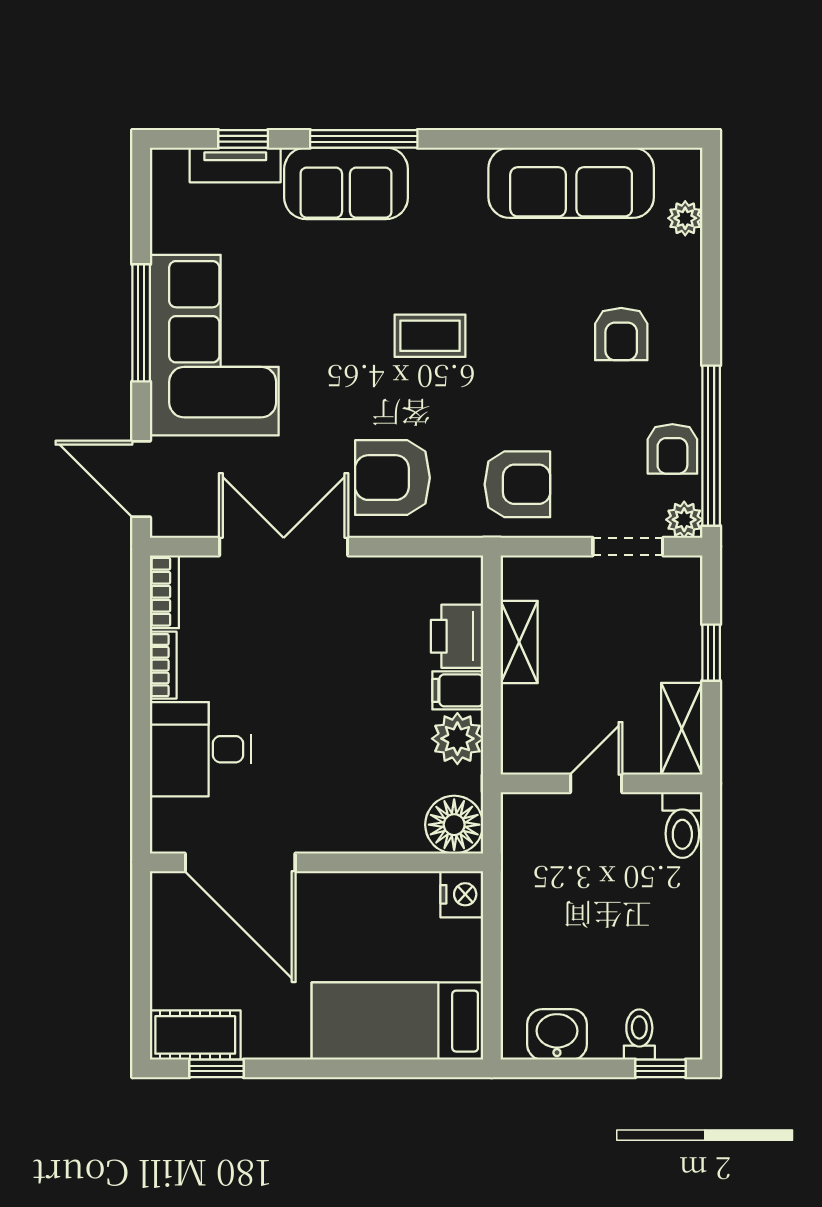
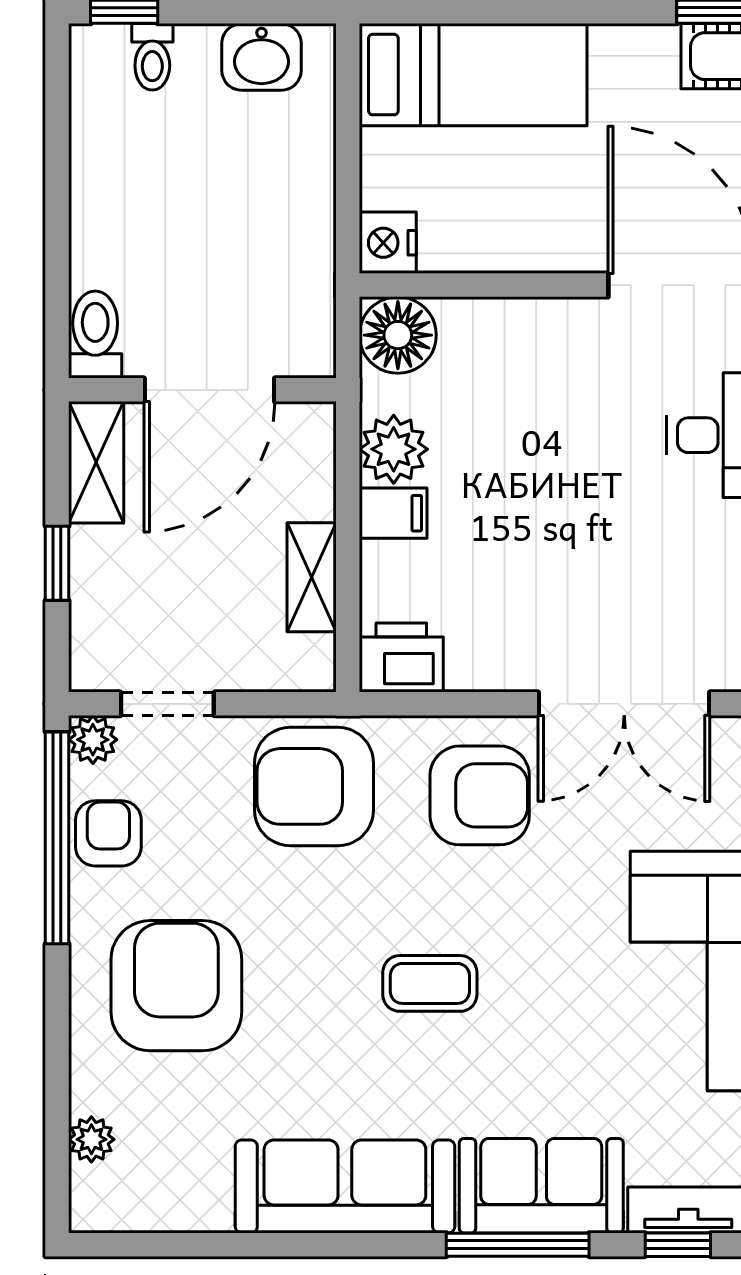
sofa: (571, 183) -> (345, 1186), moved
armchair: (621, 334) -> (176, 986), width x1.88, depth x1.88
armchair: (517, 484) -> (314, 786), width x1.36, depth x1.36
printer: (457, 636) -> (401, 658), moved, turned -90
door: (596, 783) -> (209, 390), width x1.87

